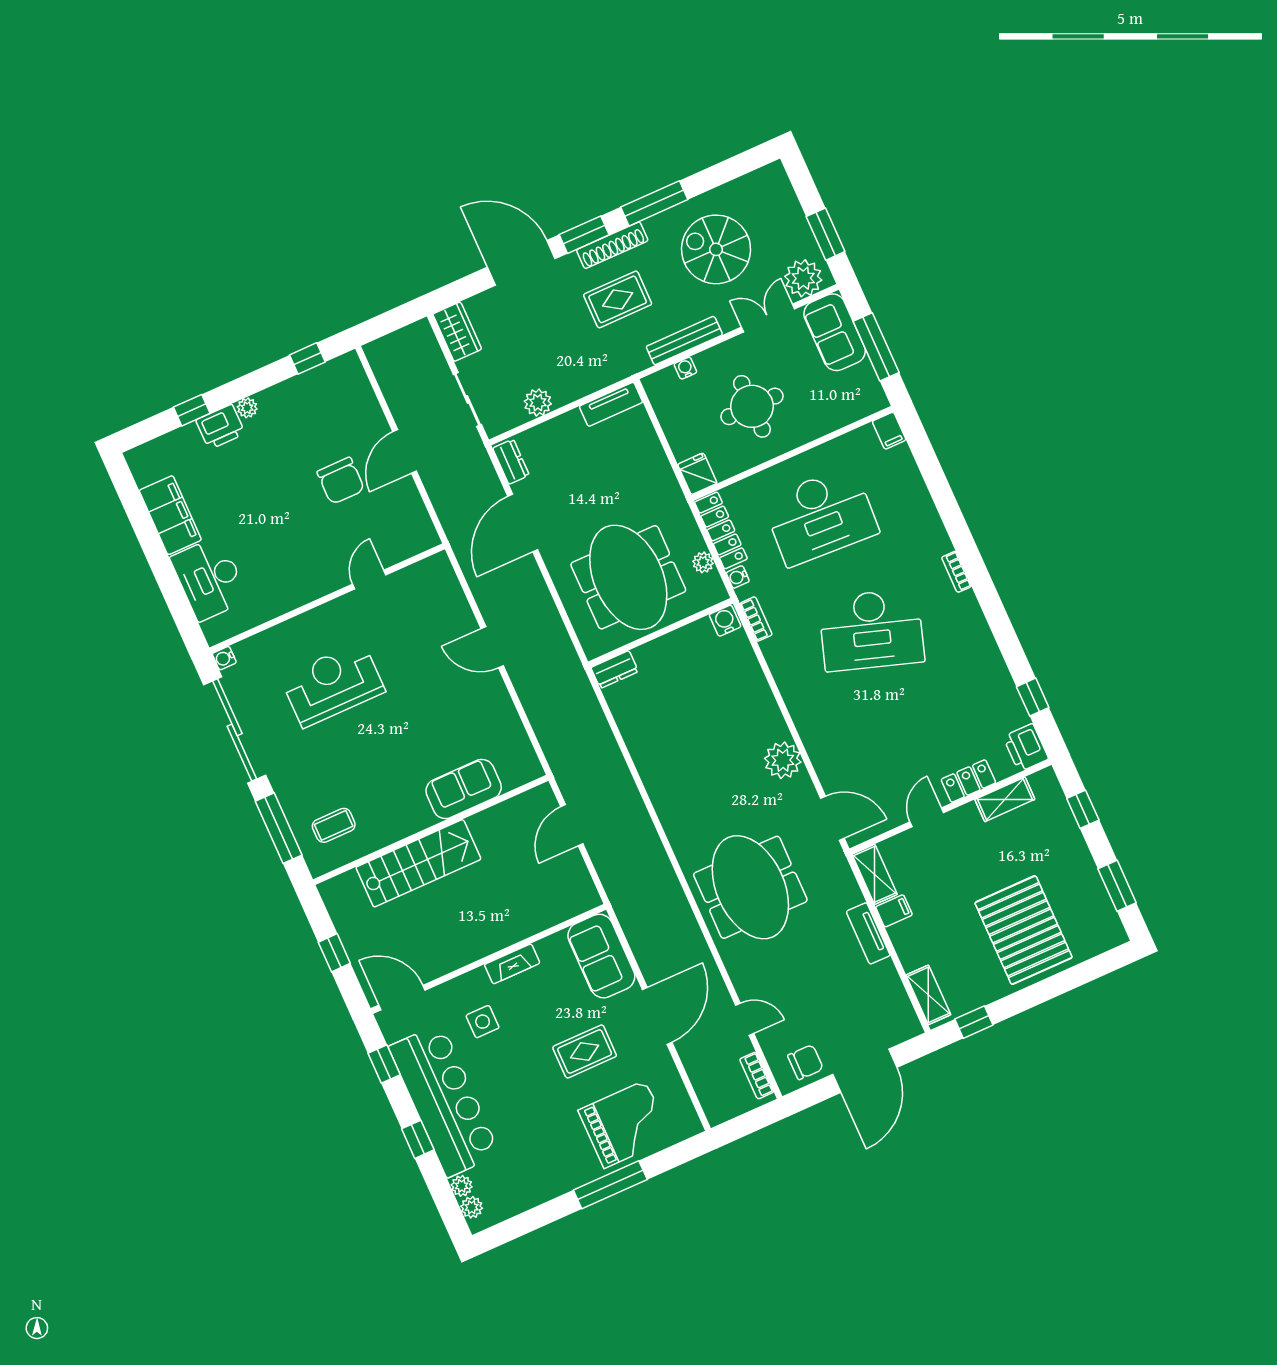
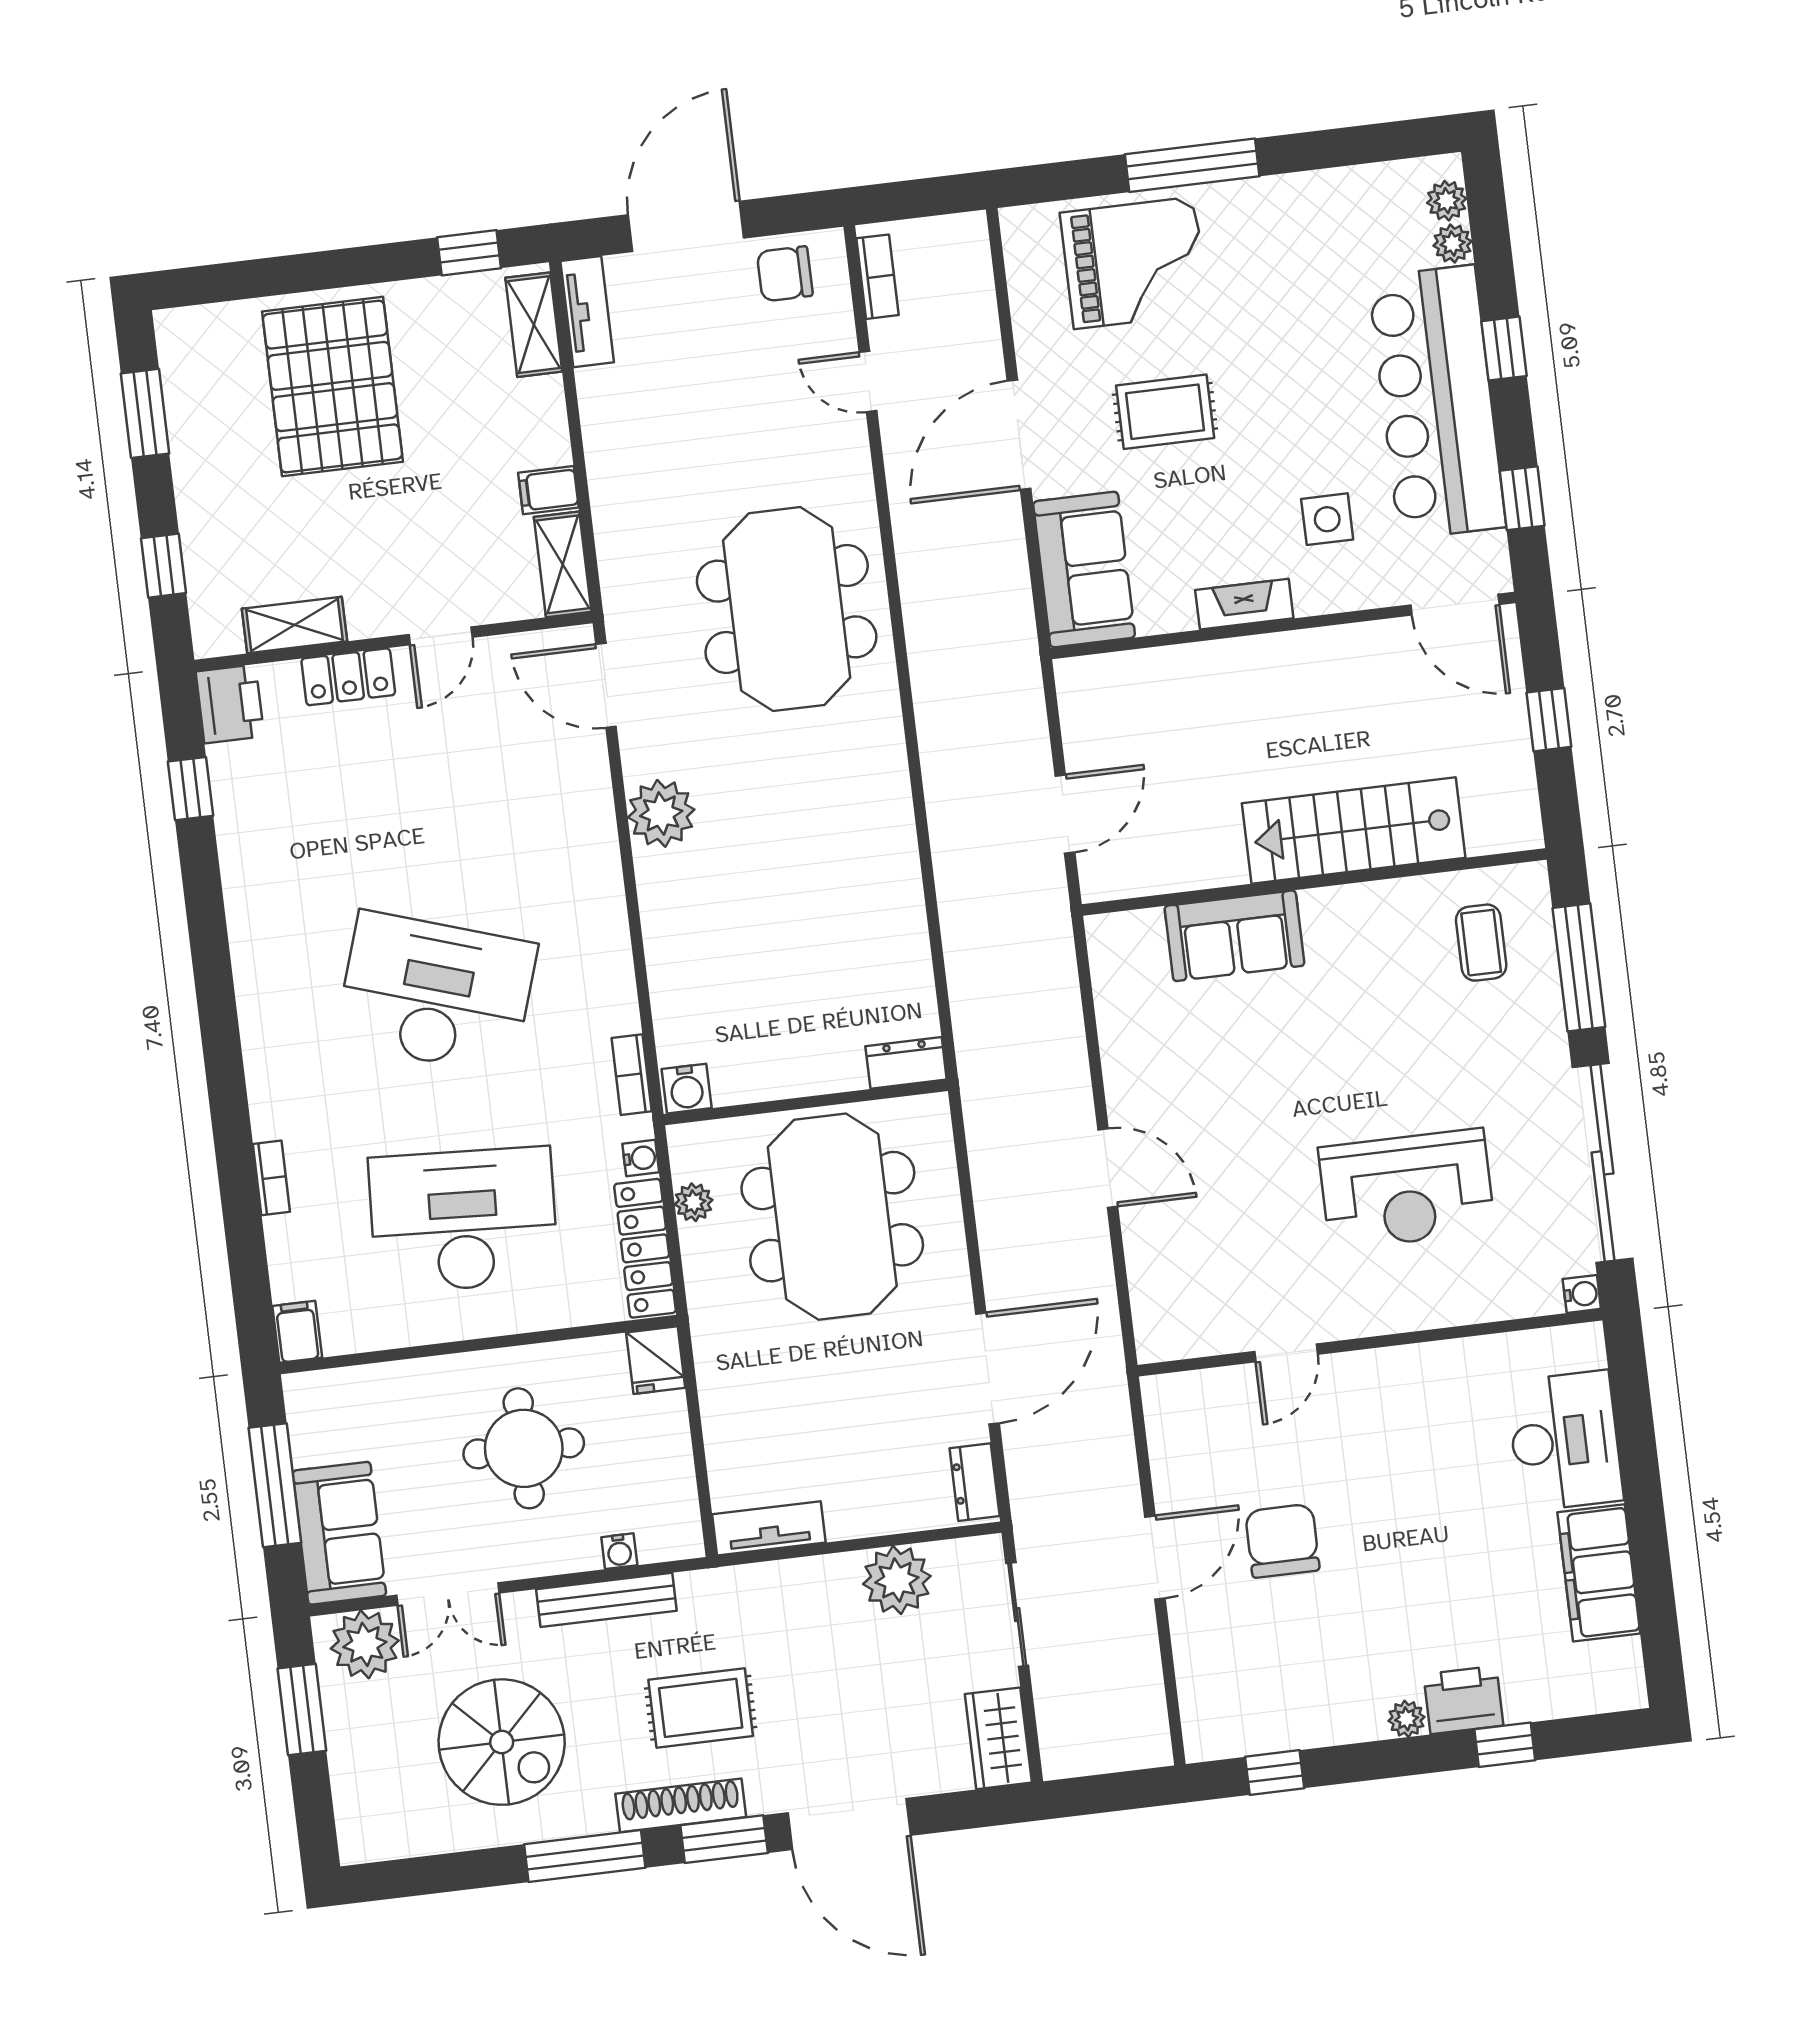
plant: (538, 402) -> (897, 1580), width x1.36, depth x1.36
bookcase: (957, 572) -> (271, 1178), moved
coffee table: (334, 825) -> (1481, 943), turned 90
tv unit: (868, 933) -> (587, 312), moved
grand piano: (625, 1124) -> (1134, 263), turned 180

